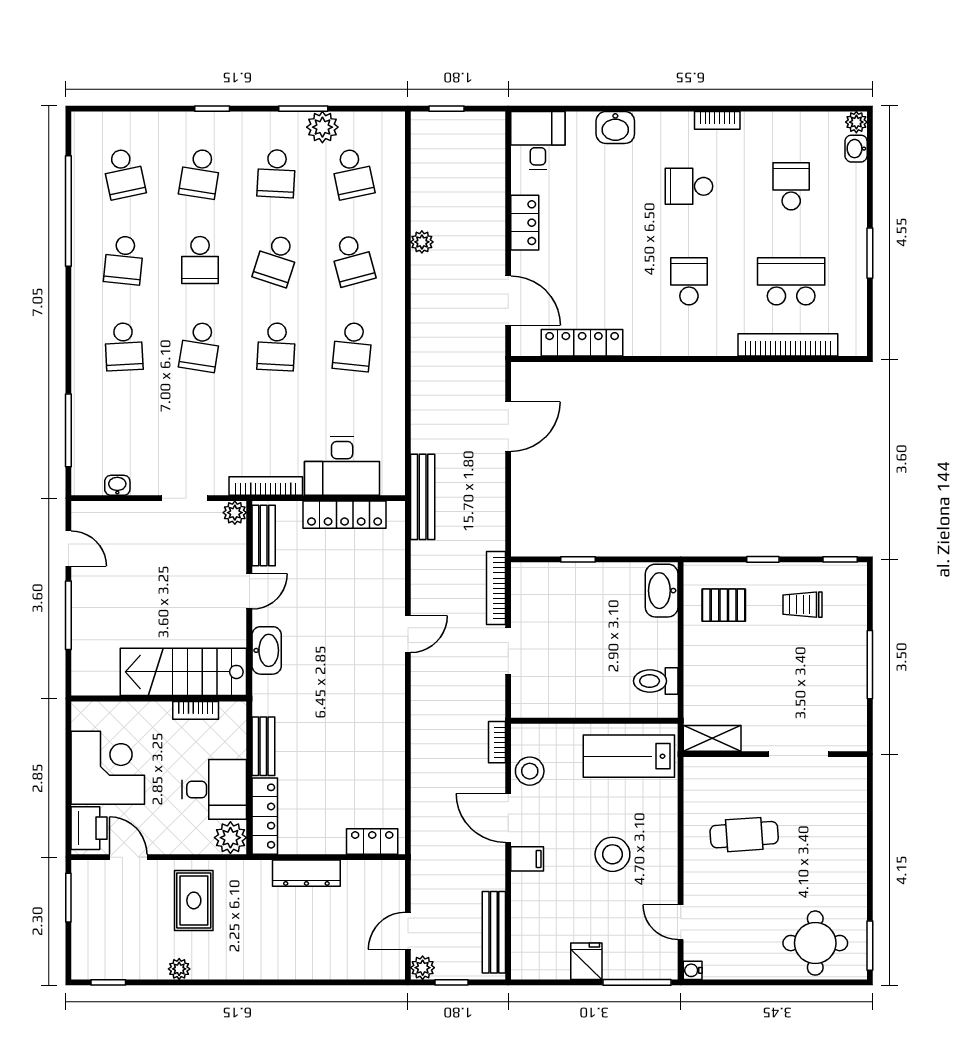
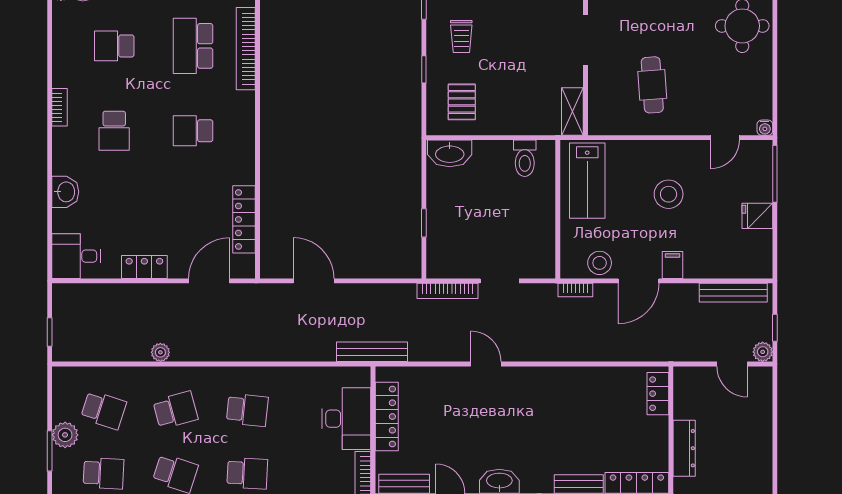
school desk: (353, 174) -> (104, 410), turned 30

